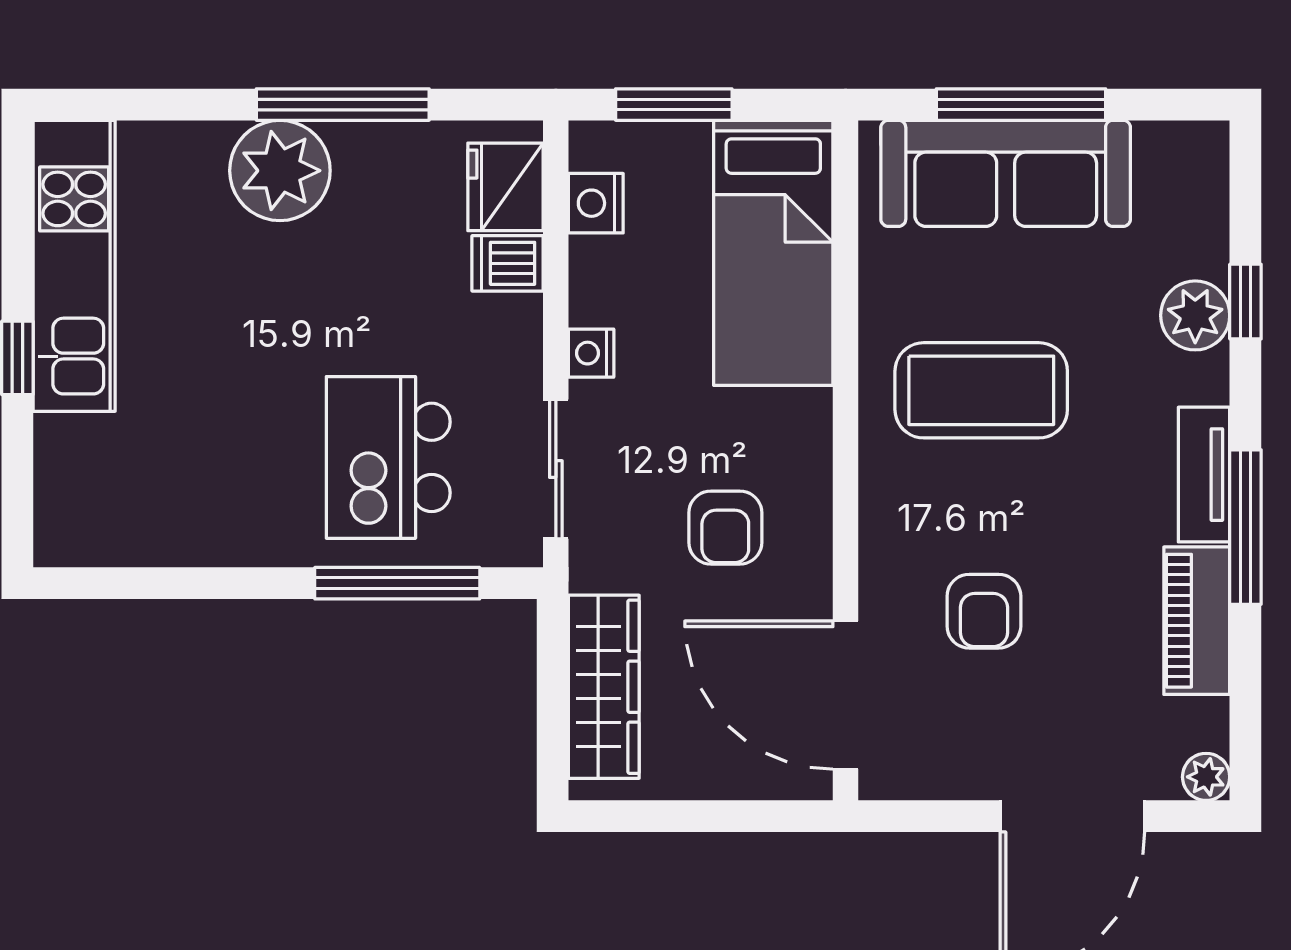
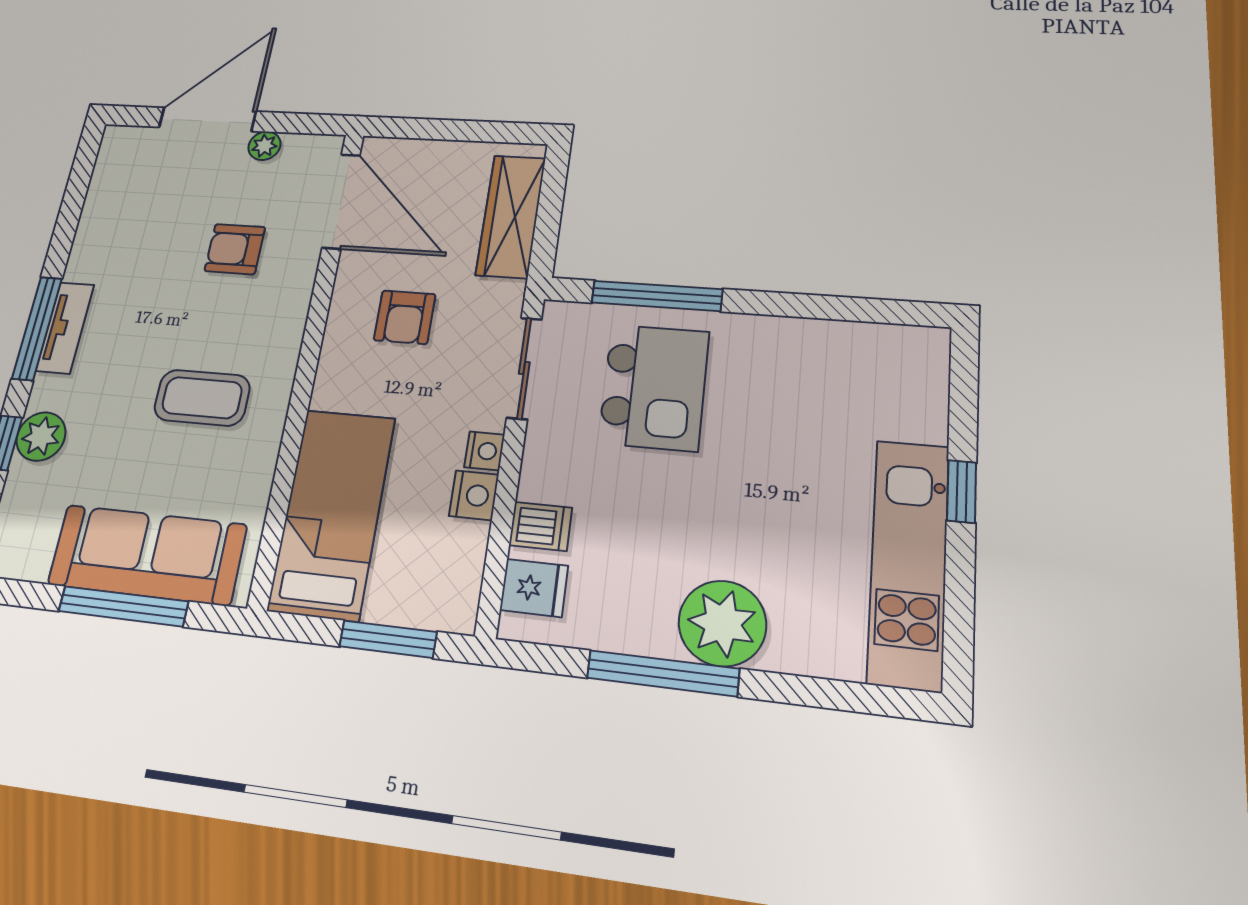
fridge: (506, 187) -> (534, 588), width x0.72
nightstand: (596, 203) -> (474, 495), moved
coffee table: (981, 390) -> (202, 398), width x0.73, depth x0.76
window: (1245, 527) -> (37, 328), moved
armchair: (725, 528) -> (405, 317), turned 180
armchair: (984, 611) -> (235, 249), turned -90
piano: (1197, 621) -> (96, 234), removed
plant: (1206, 777) -> (264, 146), moved

